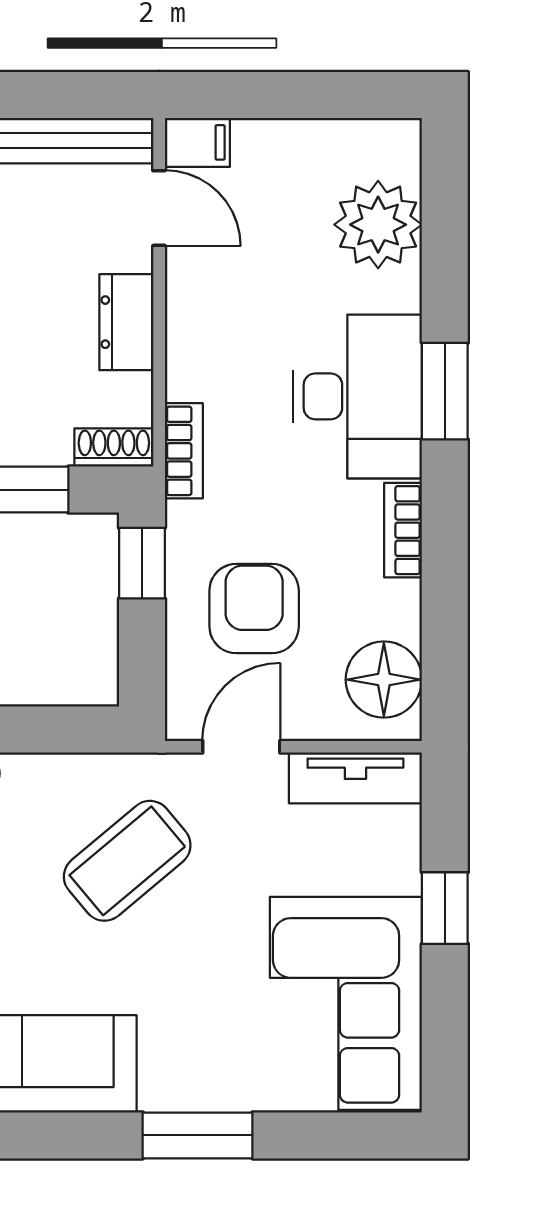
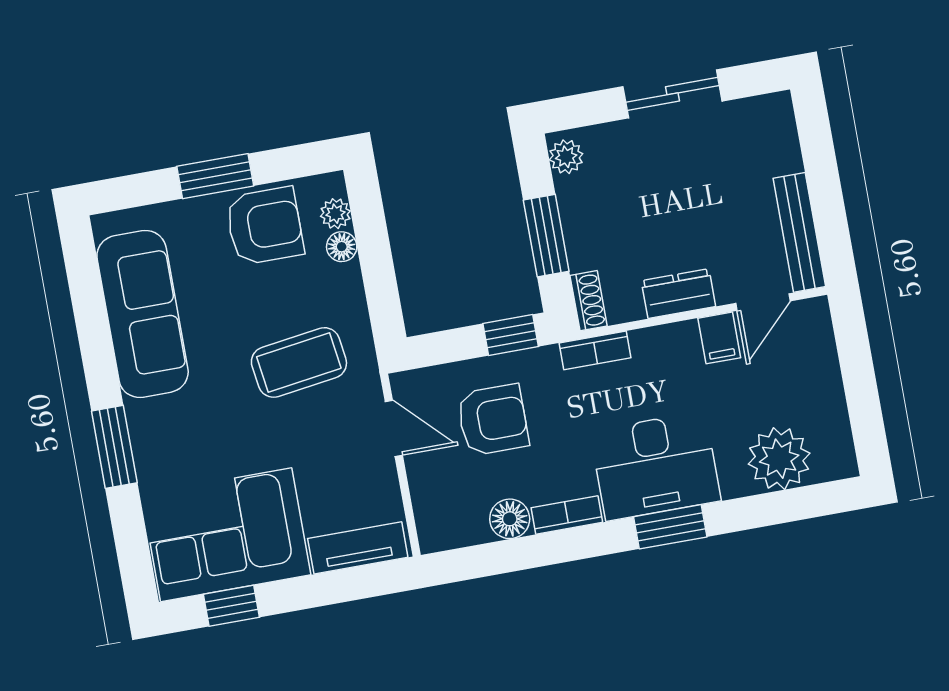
filing cabinet: (197, 142) -> (719, 338), moved
floor lamp: (384, 680) -> (510, 519), moved, width x0.73, depth x0.73
tv unit: (355, 778) -> (358, 548), moved, turned 90
coffee table: (127, 861) -> (299, 362), turned -58
window: (445, 908) -> (231, 606), moved

